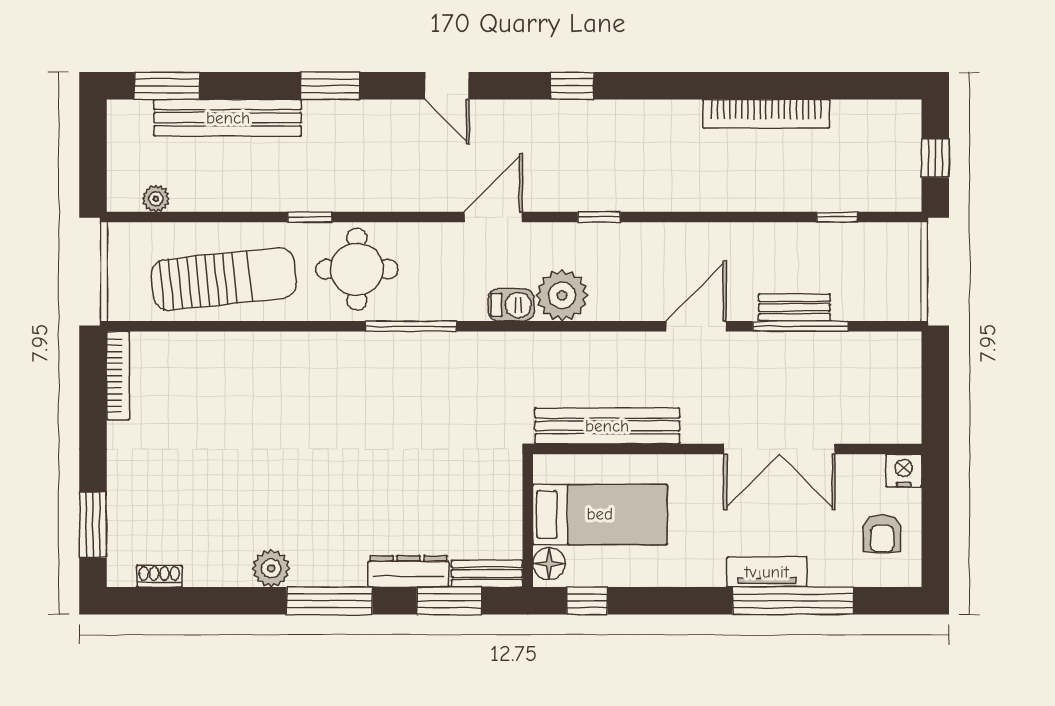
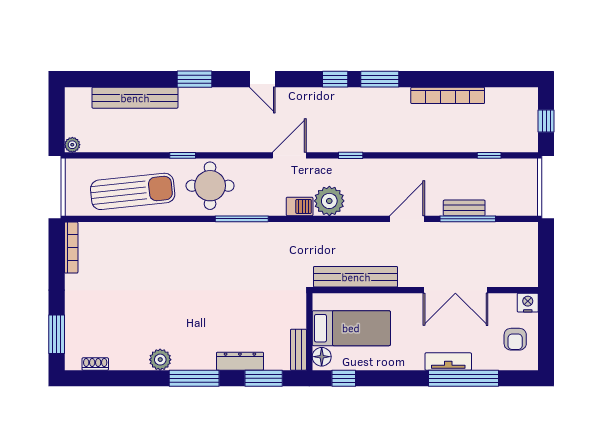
window: (167, 86) -> (380, 79), moved
plant: (156, 199) -> (72, 145), moved
bench: (487, 574) -> (298, 350), moved, turned 90

